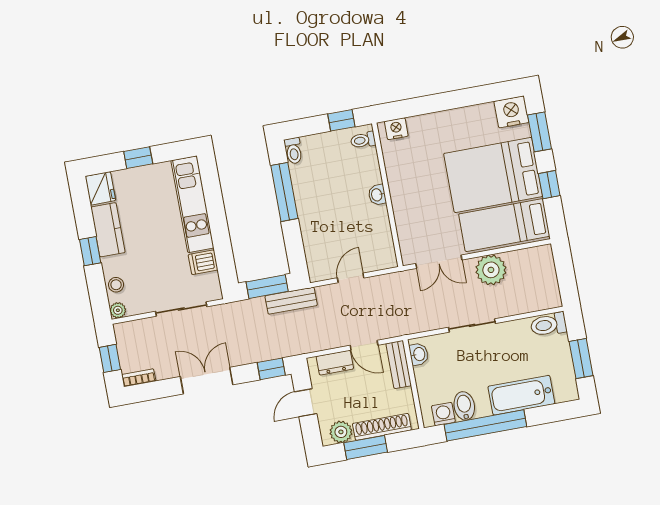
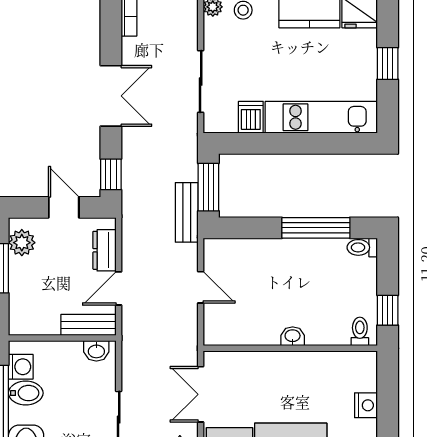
nightstand: (396, 129) -> (366, 405), moved
shoe rack: (382, 427) -> (19, 292), removed

